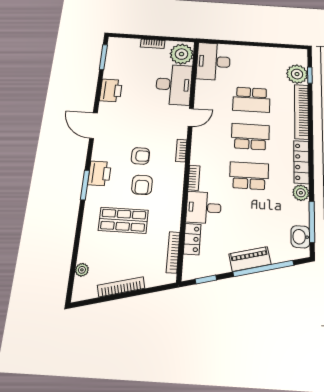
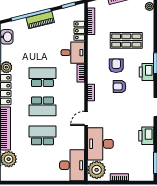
school desk: (249, 176) -> (42, 77), turned 180

